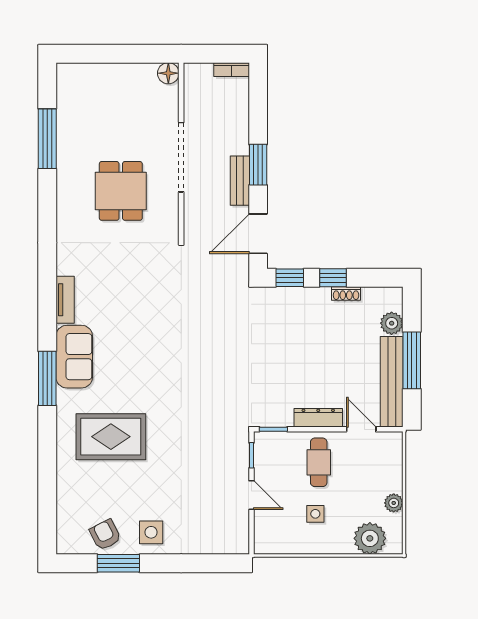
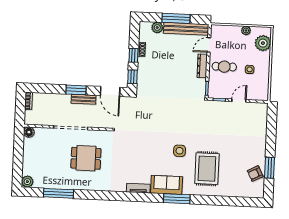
plant: (68, 75) -> (27, 182), added
side table: (151, 532) -> (180, 151), moved

